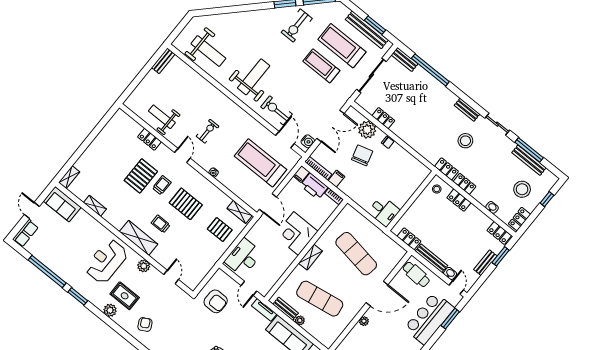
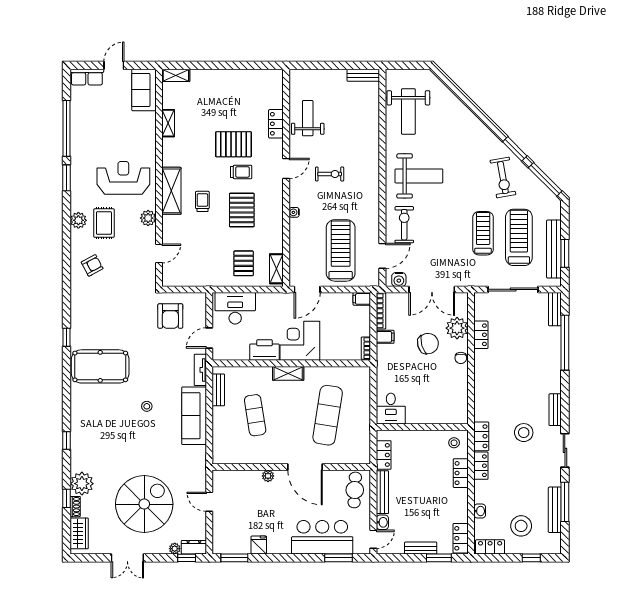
exercise bike: (297, 26) -> (503, 178), turned -100
printer: (314, 186) -> (265, 350), moved, turned 90
exercise mat: (320, 299) -> (255, 415), width x0.73, depth x0.69
plant: (300, 320) -> (218, 413), removed

